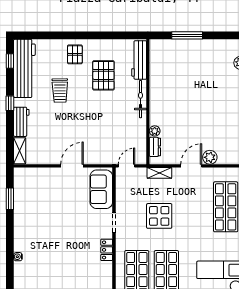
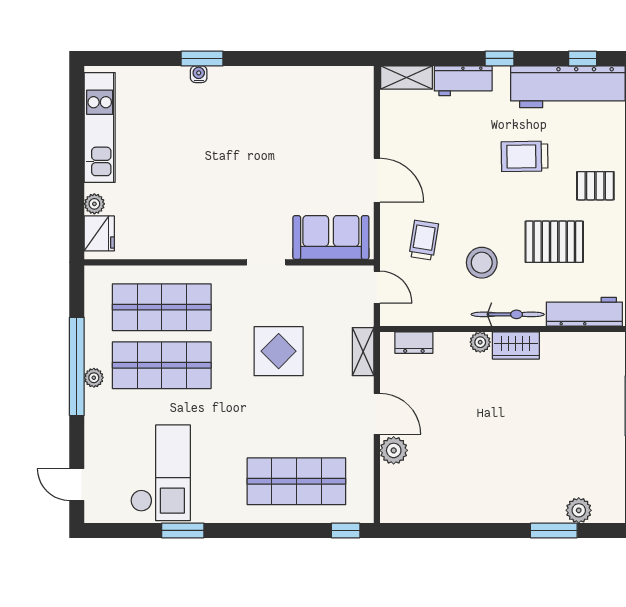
wardrobe: (156, 95) -> (516, 346), added
stool: (114, 112) -> (482, 263), added
plant: (155, 131) -> (480, 342), moved
trolley: (103, 142) -> (424, 240), added
window: (10, 199) -> (202, 58), moved
locker: (107, 250) -> (212, 248), removed

